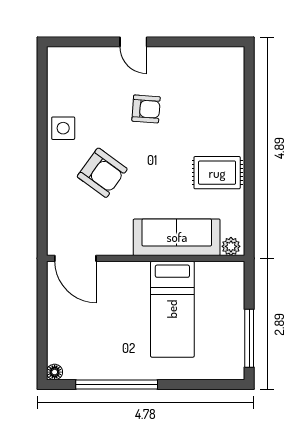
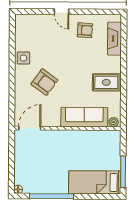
fireplace: (232, 91) -> (115, 39), added
armchair: (146, 109) -> (85, 30), moved
door: (75, 258) -> (30, 128), swing flipped
bed: (172, 309) -> (95, 182), moved, turned 90

